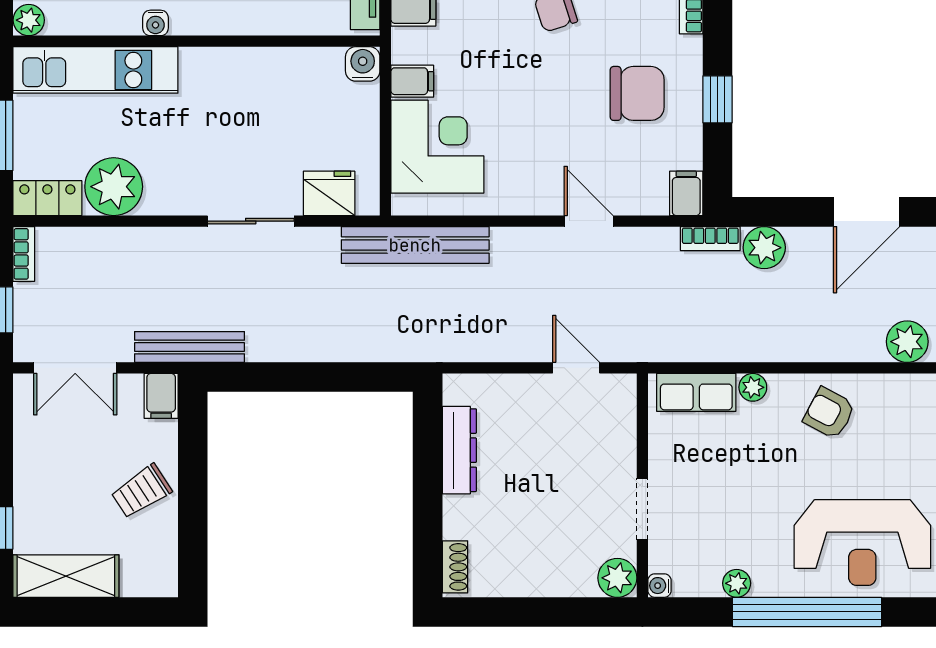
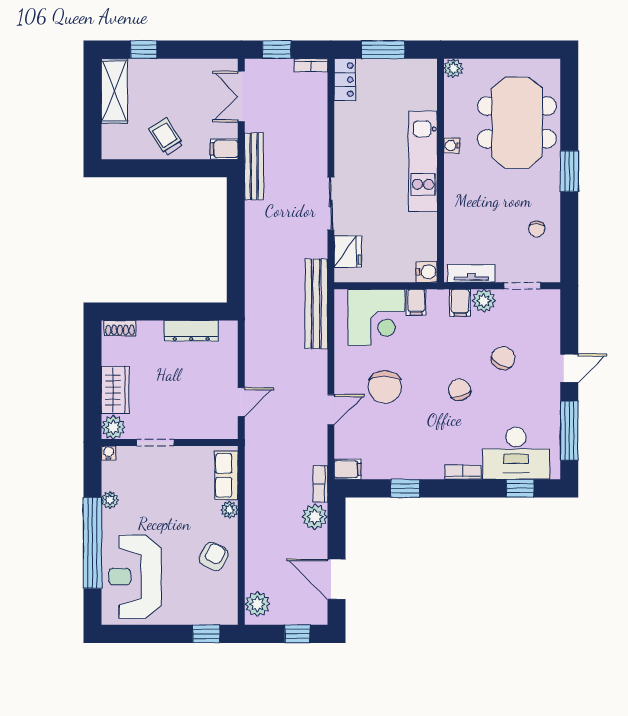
kitchen unit: (95, 70) -> (423, 161), moved
chair: (637, 93) -> (385, 387), moved
plant: (114, 187) -> (352, 120), removed
wardrobe: (556, 575) -> (115, 390), added

